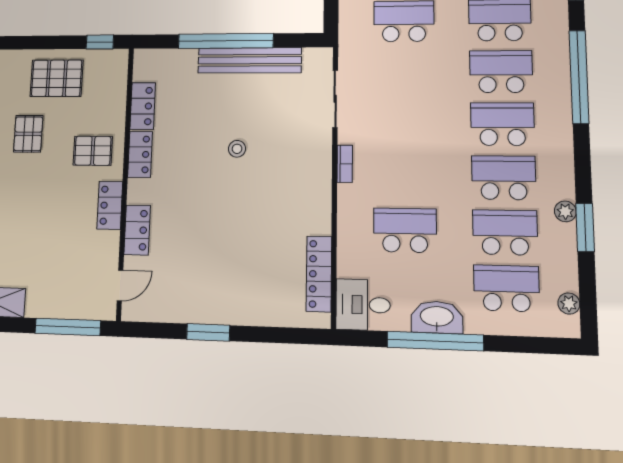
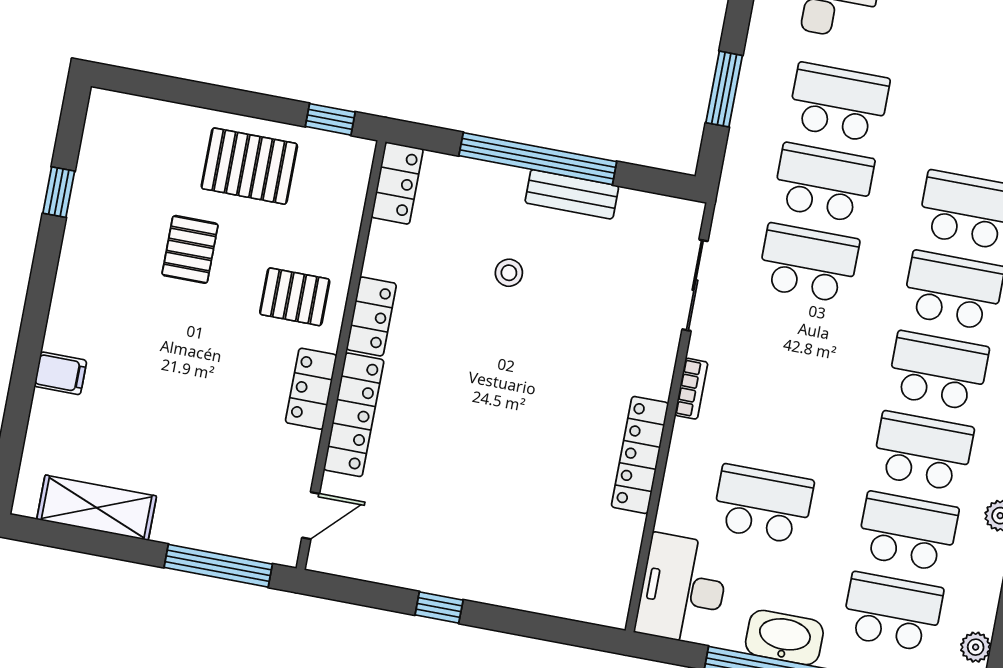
bench: (250, 60) -> (572, 194), width x0.54, depth x0.82
school desk: (404, 72) -> (808, 263), added
locker: (143, 106) -> (397, 183), moved
stool: (237, 149) -> (509, 273), moved
locker: (137, 230) -> (354, 415), width x1.53
locker: (319, 274) -> (640, 455), moved
desk: (363, 305) -> (683, 589), width x1.37
window: (208, 332) -> (439, 607), width x0.67

